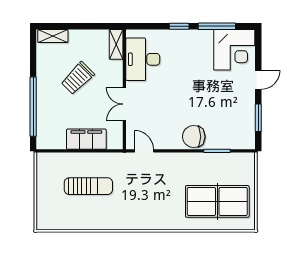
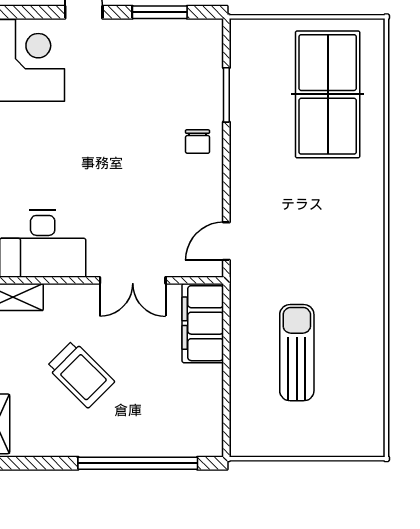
chair: (194, 137) -> (198, 142), width x0.54, depth x0.54
filing cabinet: (86, 139) -> (203, 323), moved

